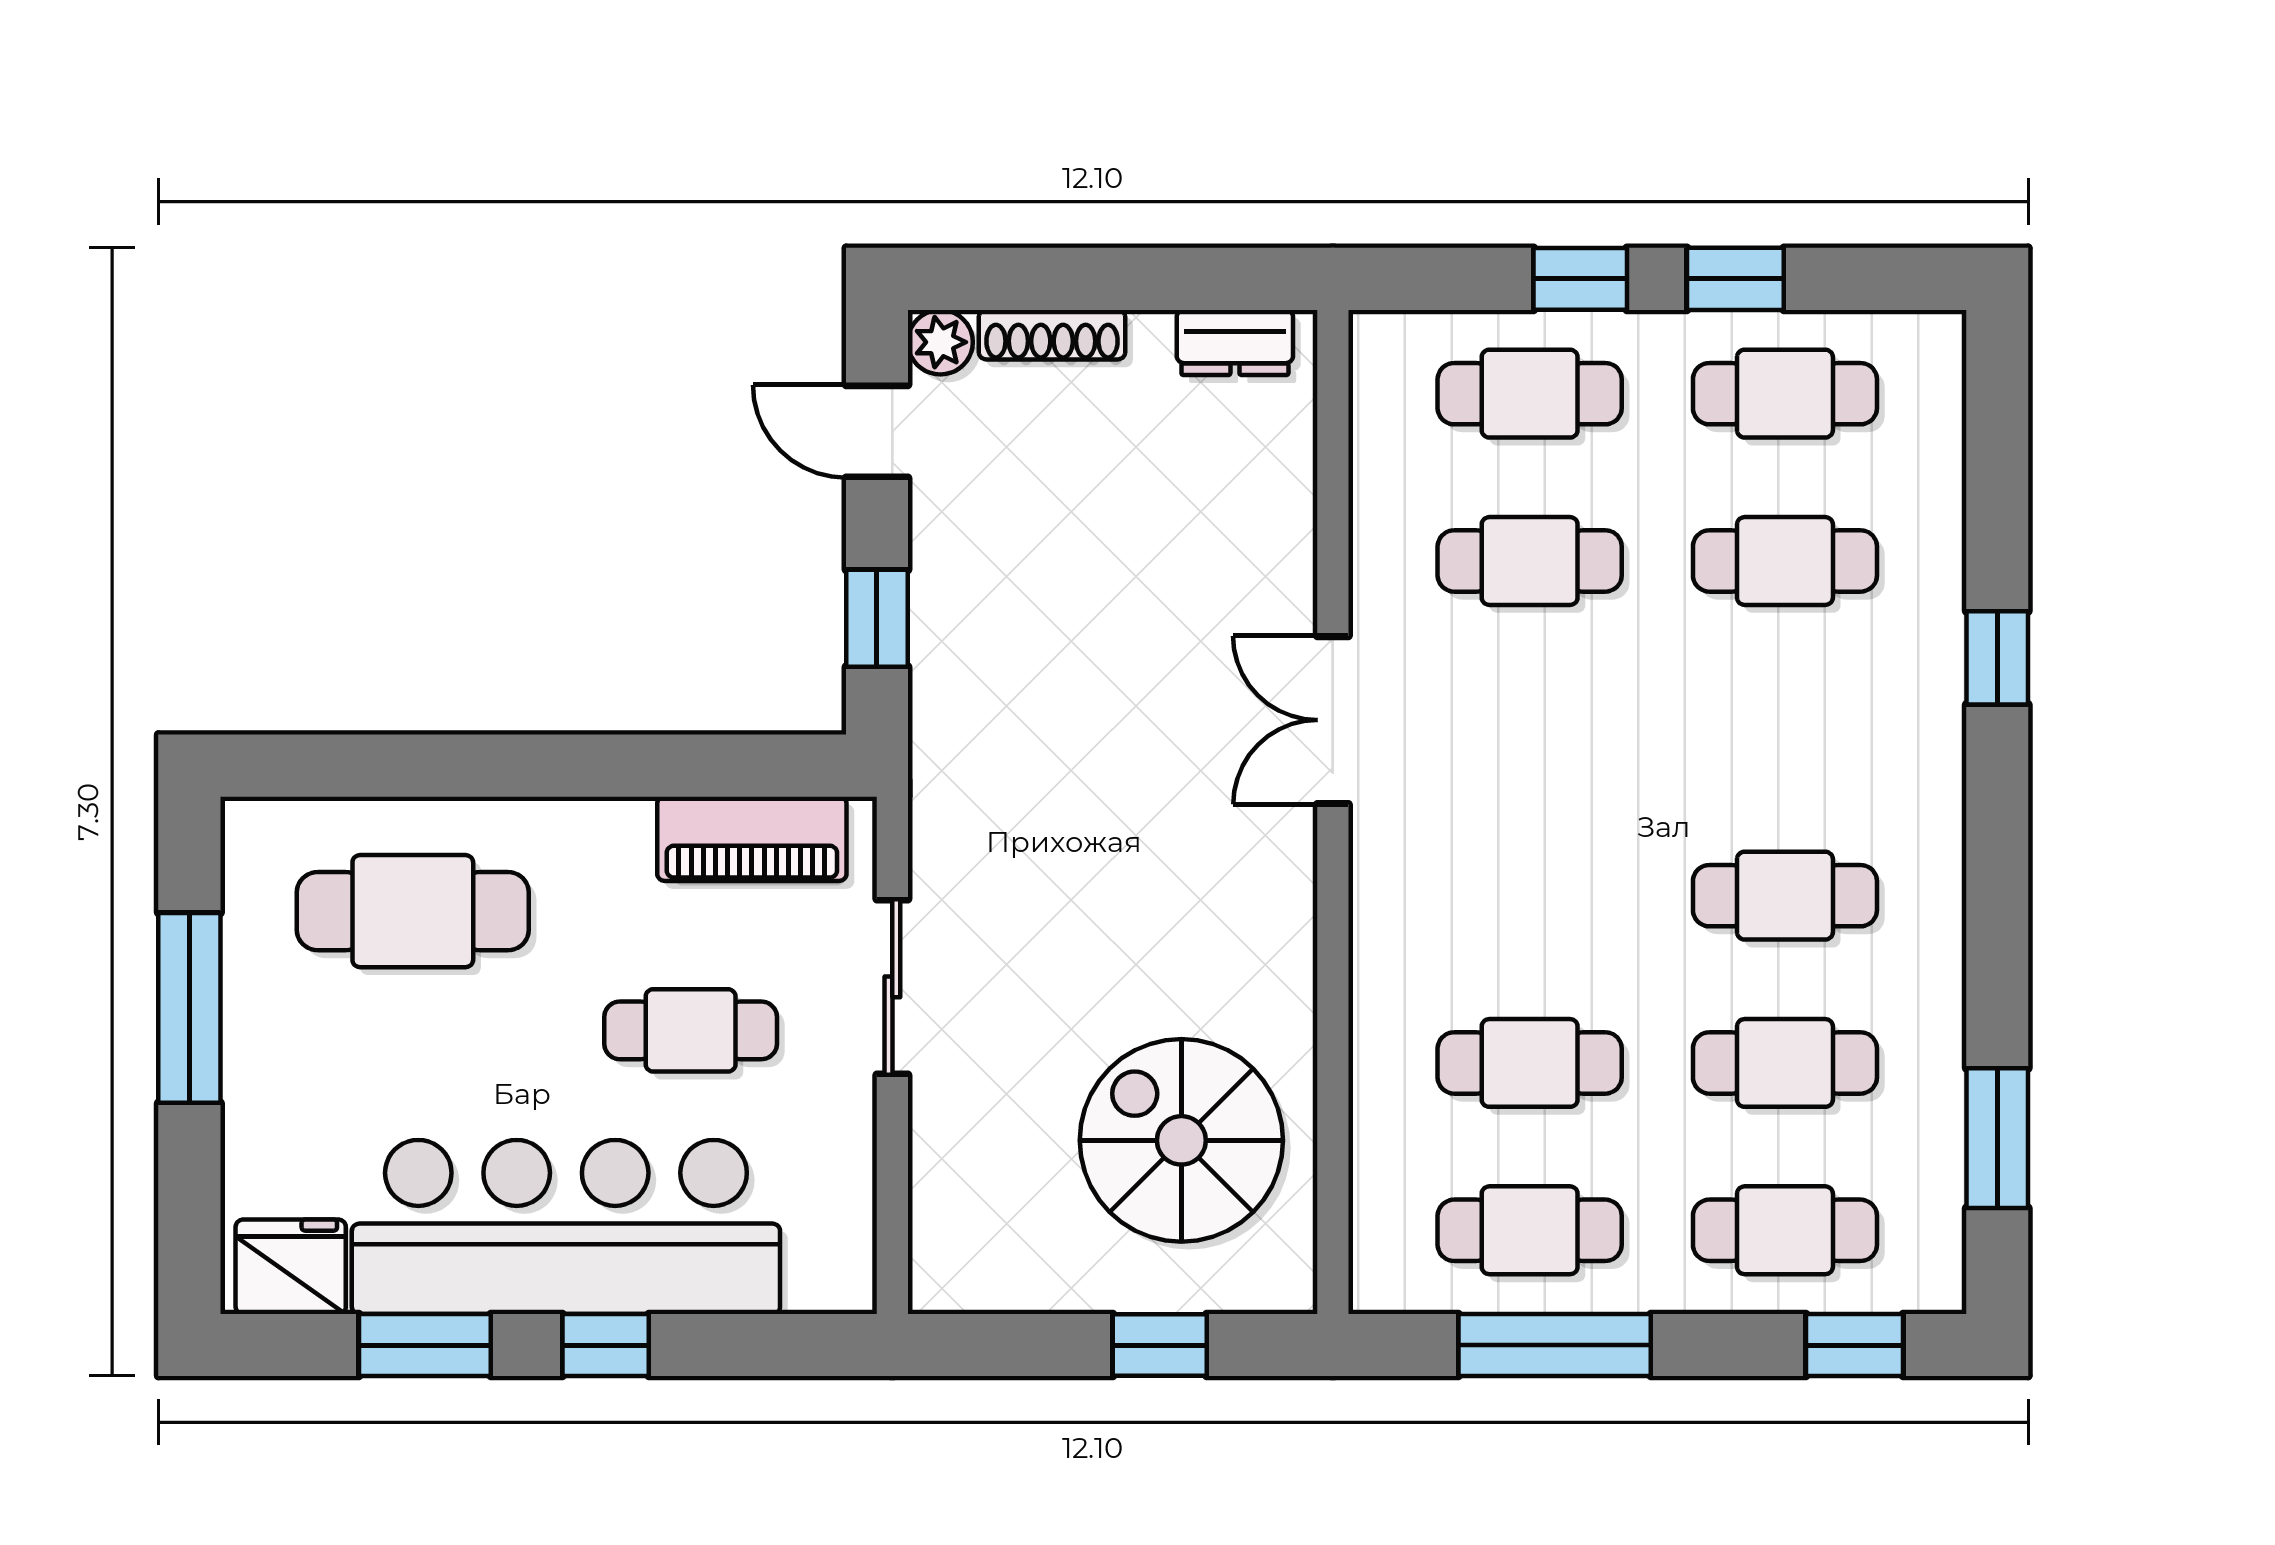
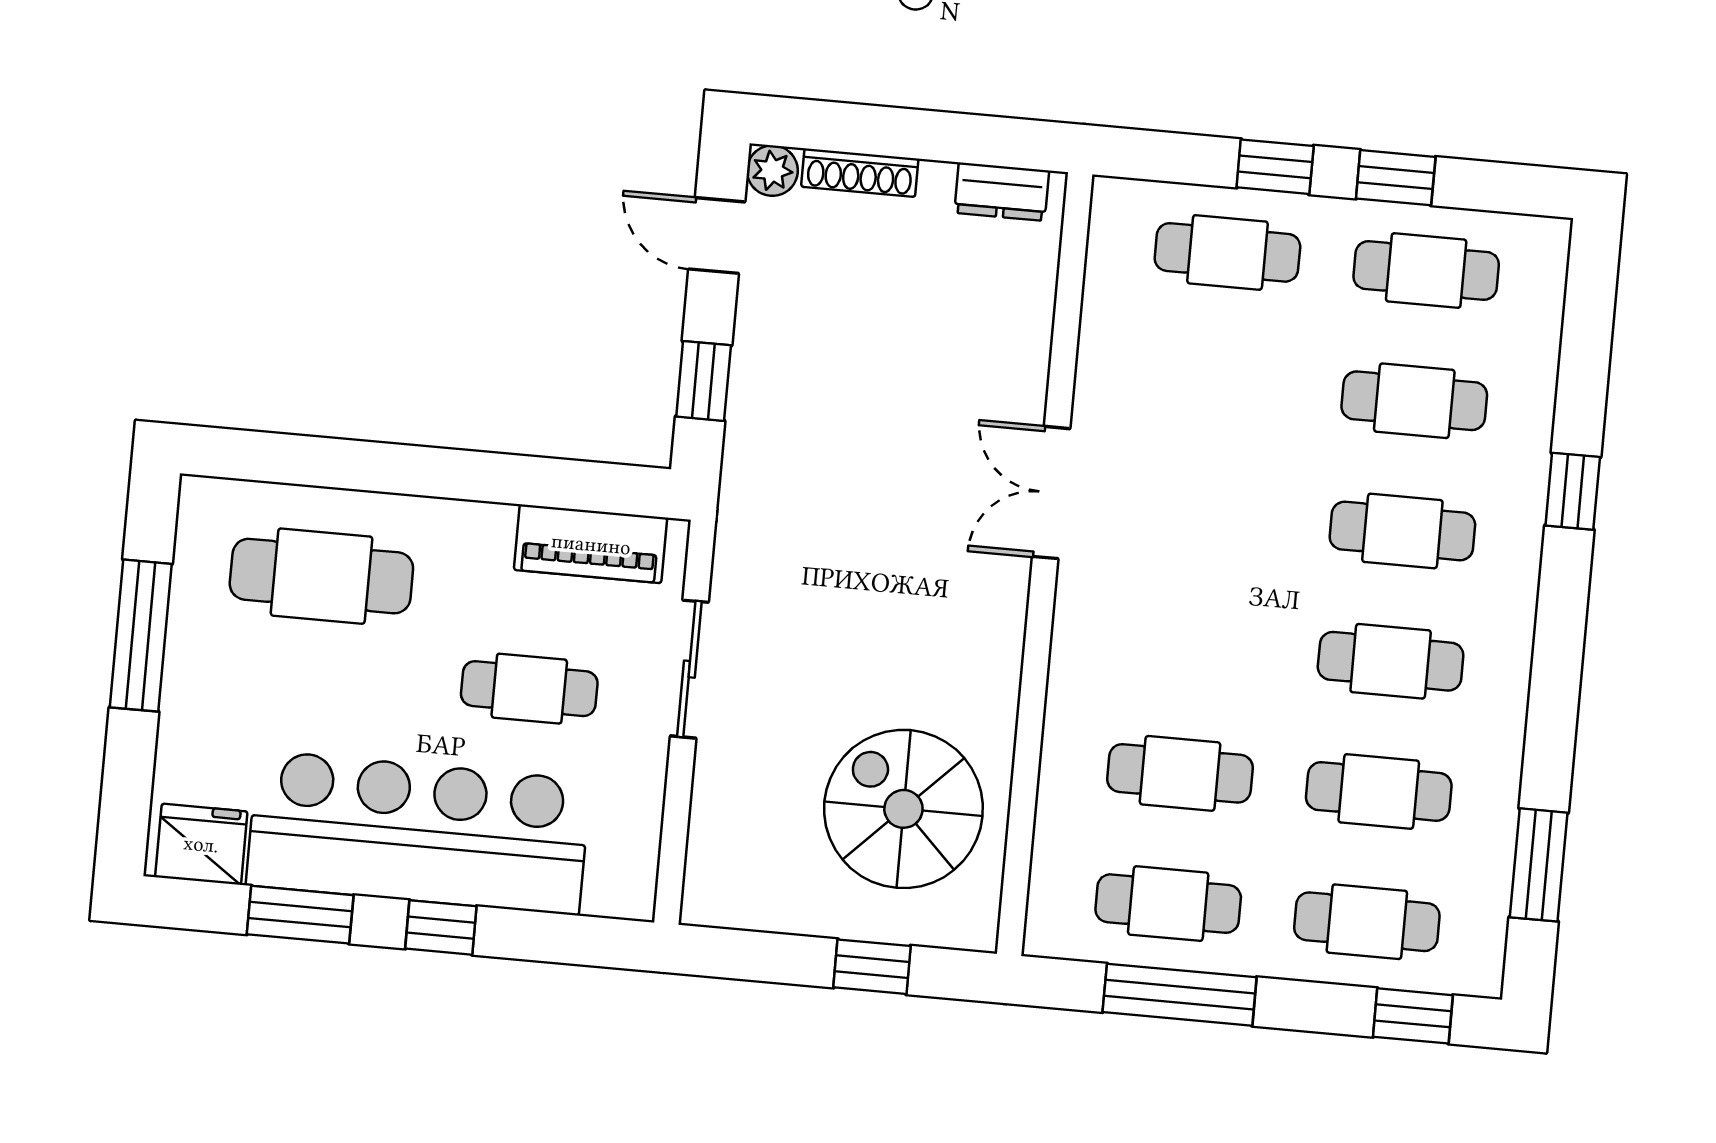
cafe table: (1530, 561) -> (1402, 531), moved

